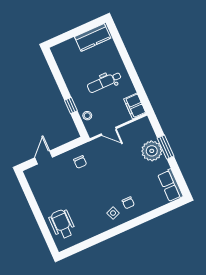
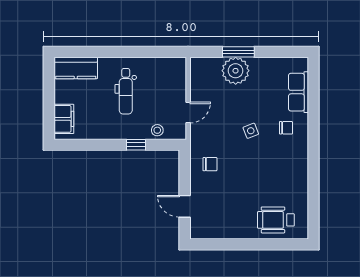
kitchen counter: (93, 37) -> (76, 68), moved, turned 90
filing cabinet: (135, 106) -> (64, 119), moved, turned -90
row of seats: (170, 185) -> (299, 92), moved, turned 90
side table: (113, 213) -> (251, 131), moved

